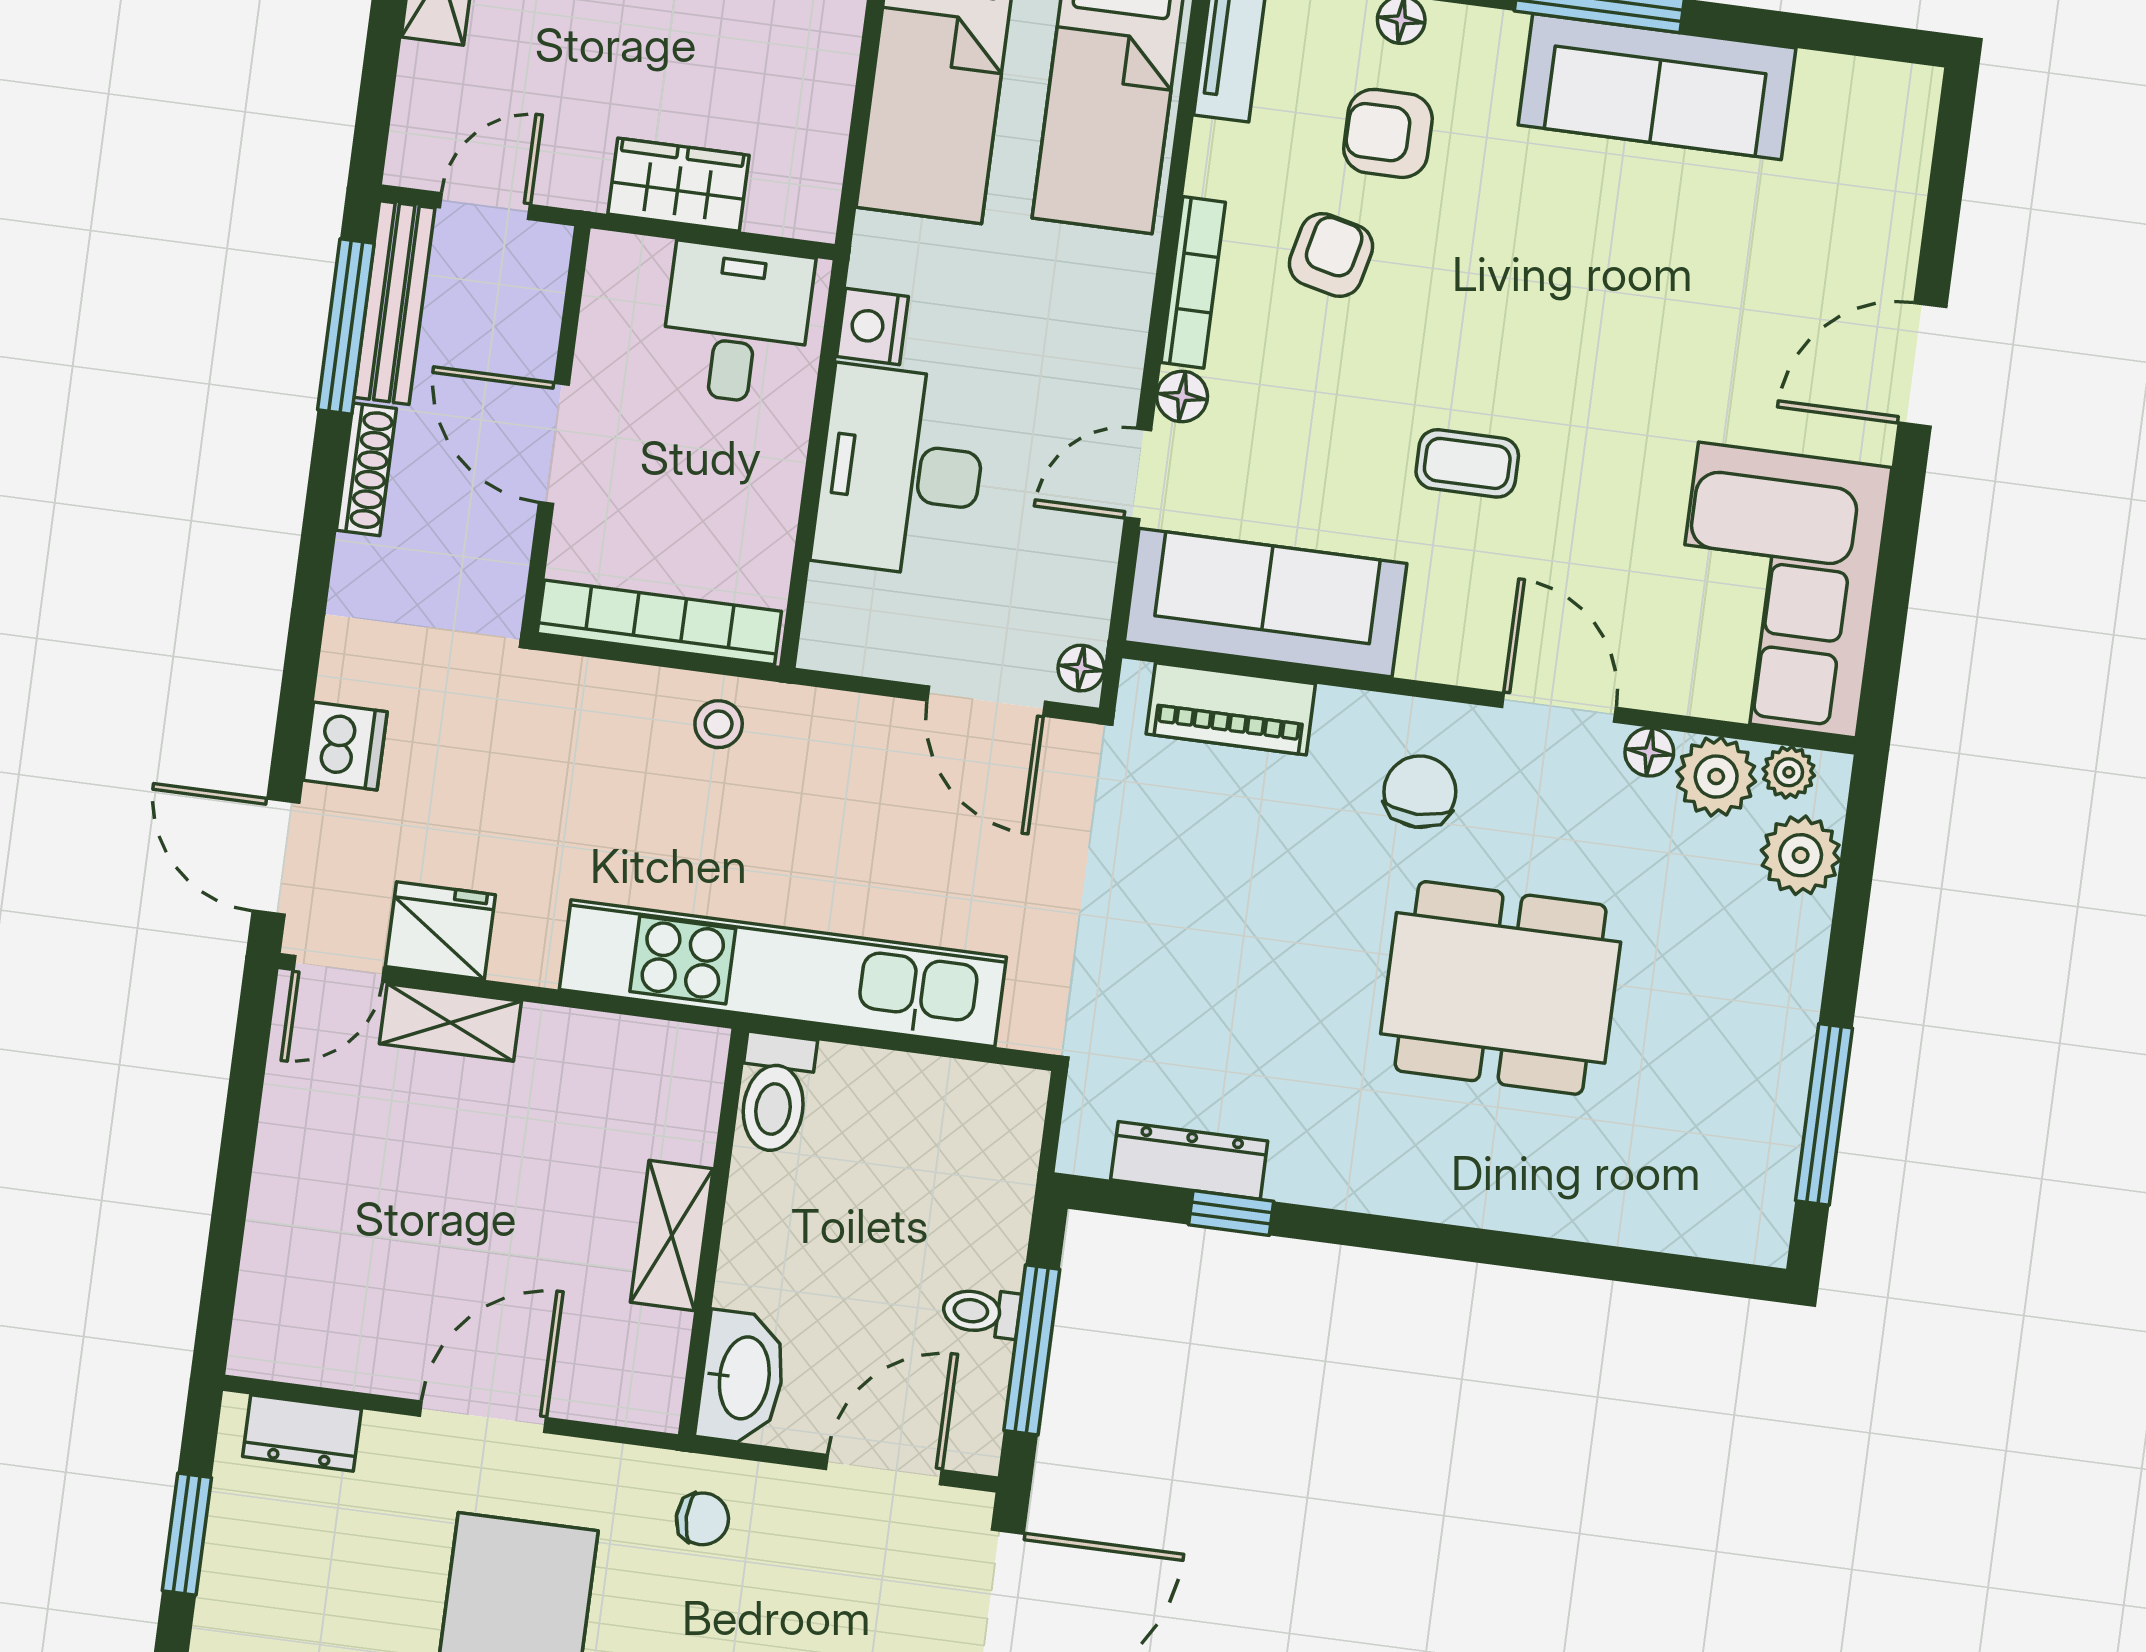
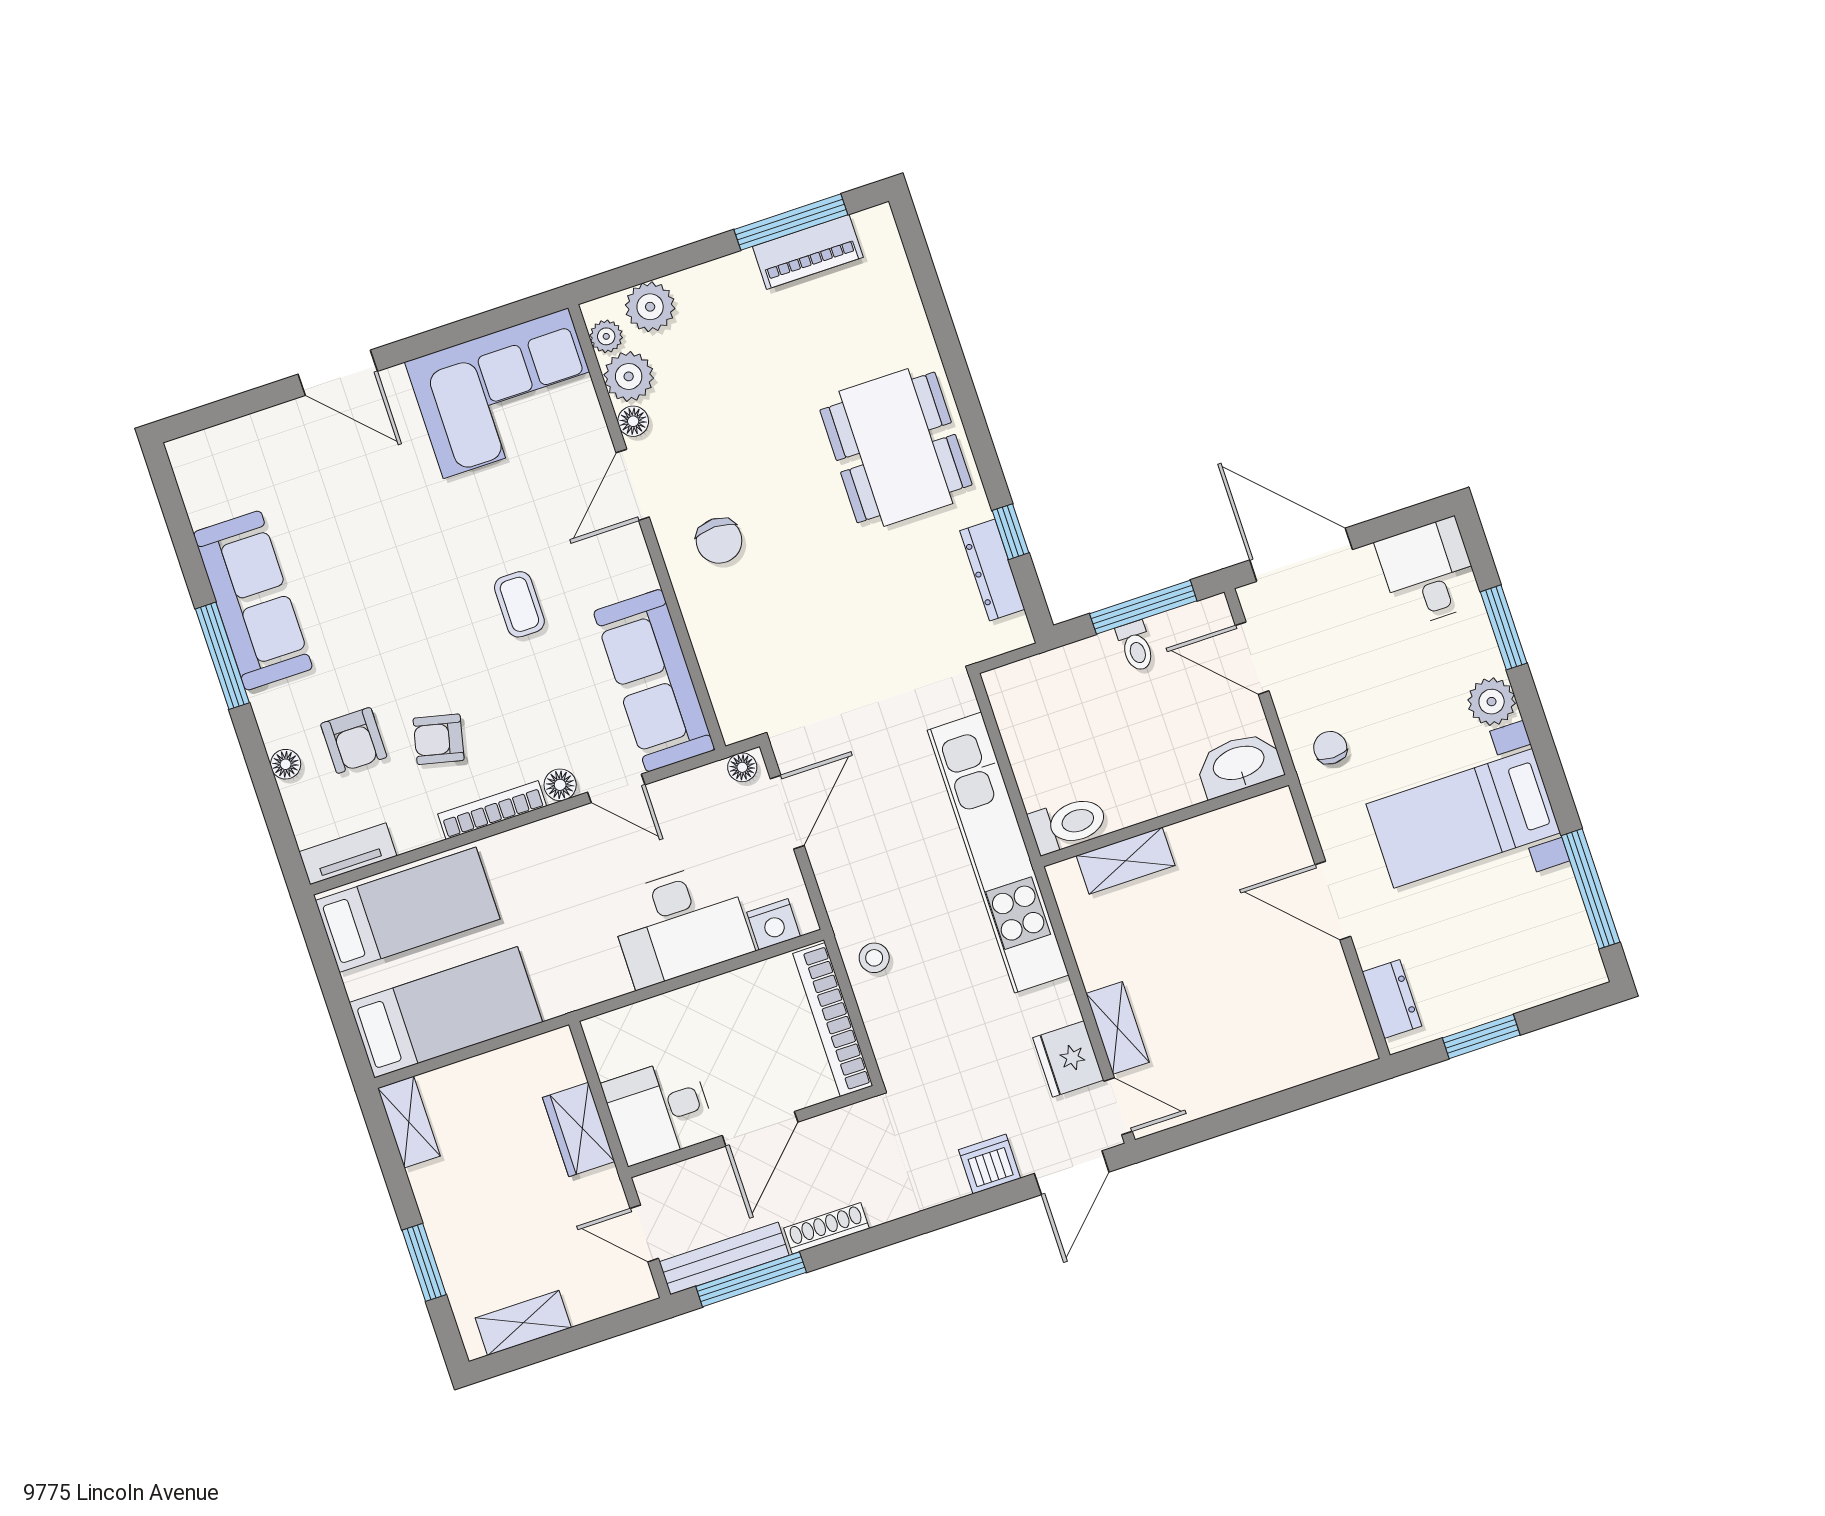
desk: (737, 324) -> (659, 1110), moved
nightstand: (873, 326) -> (773, 924), moved
piano: (1231, 709) -> (808, 252), moved, turned 90
chair: (1420, 792) -> (719, 541), turned -90
dining table: (1501, 988) -> (896, 447), moved
shelving: (672, 1236) -> (1126, 861), moved

